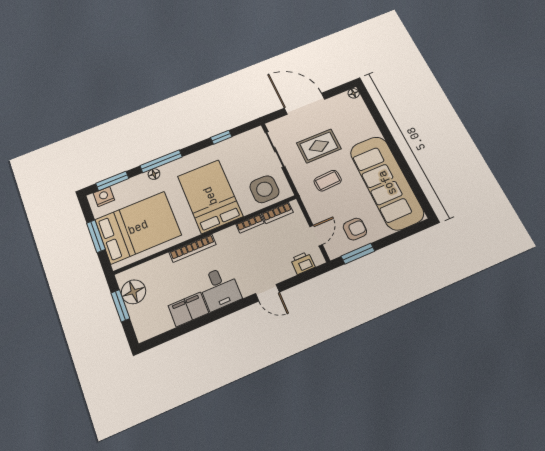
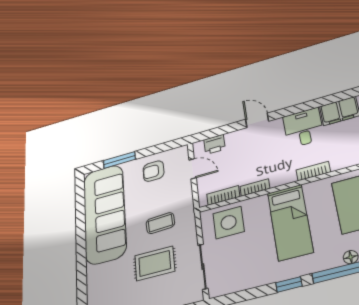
window: (221, 137) -> (289, 284), moved
bed: (210, 196) -> (290, 222), width x0.67
door: (316, 236) -> (193, 169), swing flipped
bookcase: (193, 248) -> (313, 171), width x0.64
window: (358, 254) -> (119, 160), moved

